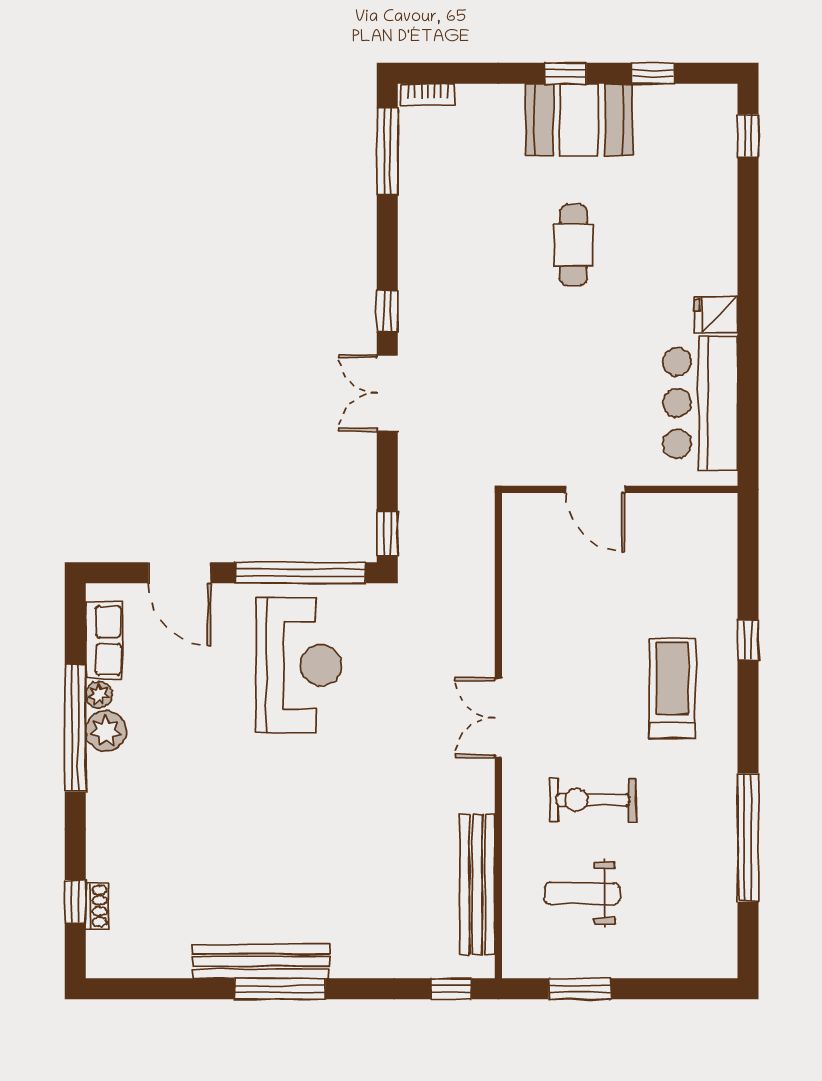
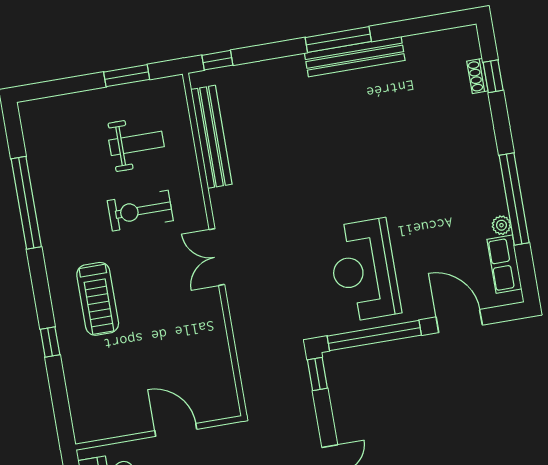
double door: (498, 718) -> (217, 257), swing flipped
plant: (106, 731) -> (492, 200), removed
exercise bike: (593, 800) -> (140, 211), turned 180

